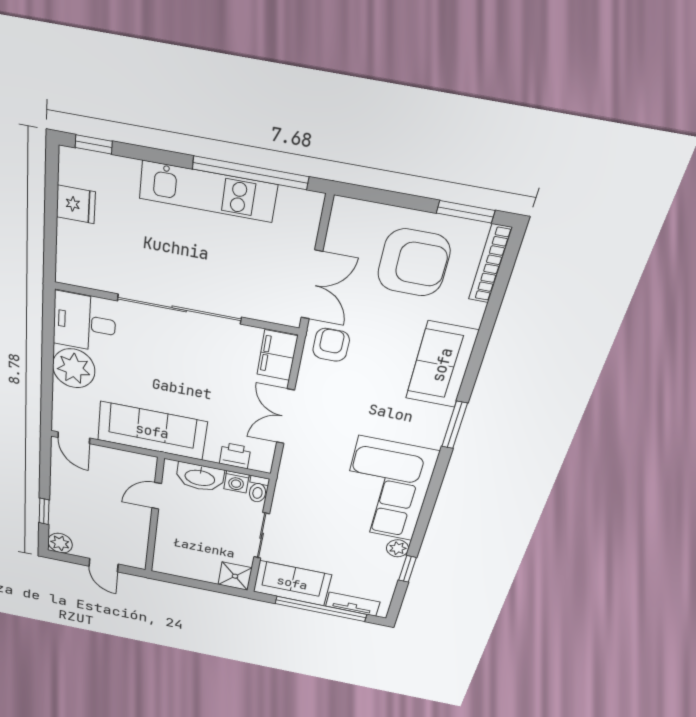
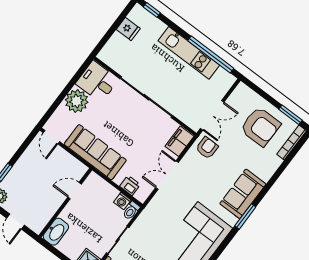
sofa: (442, 365) -> (243, 194), moved
washbasin: (200, 477) -> (56, 232), moved, turned -90

